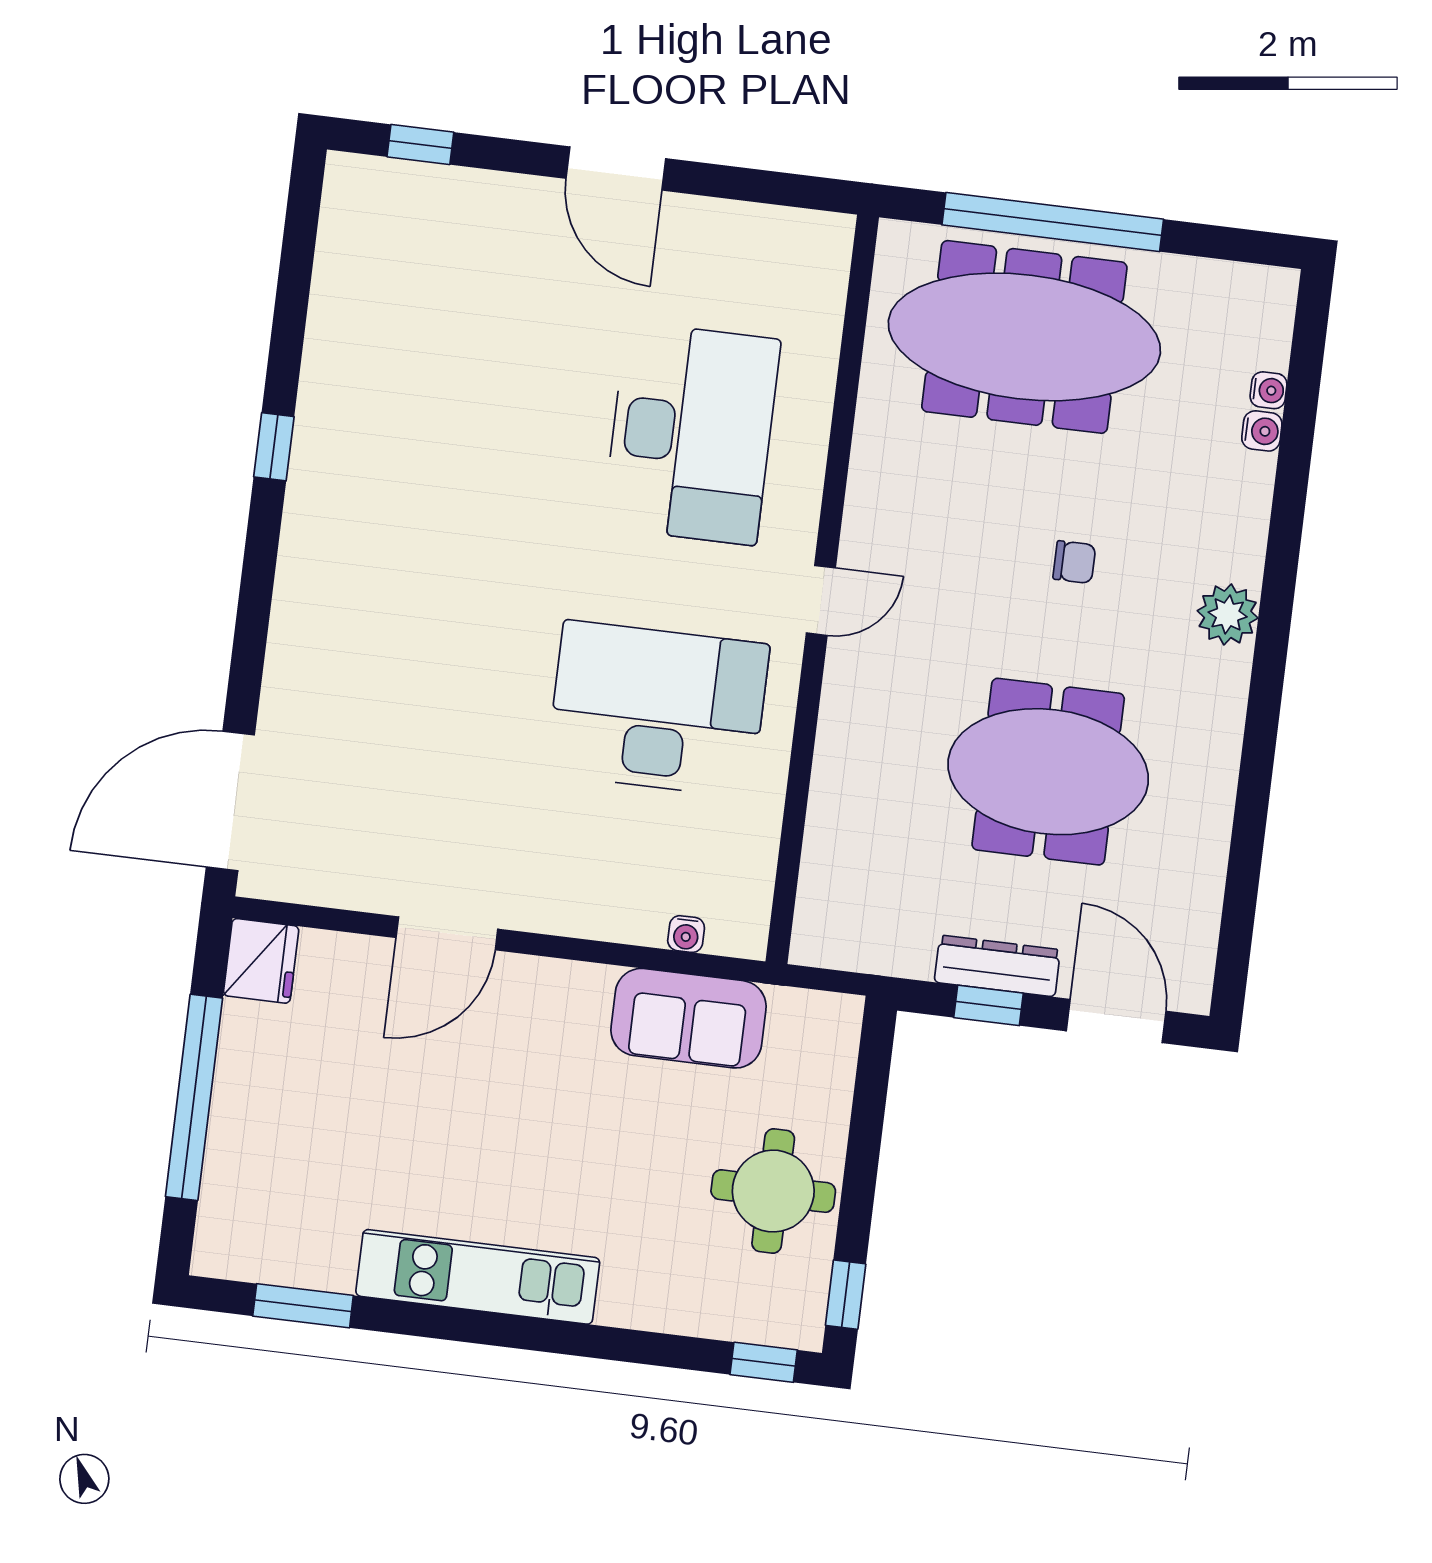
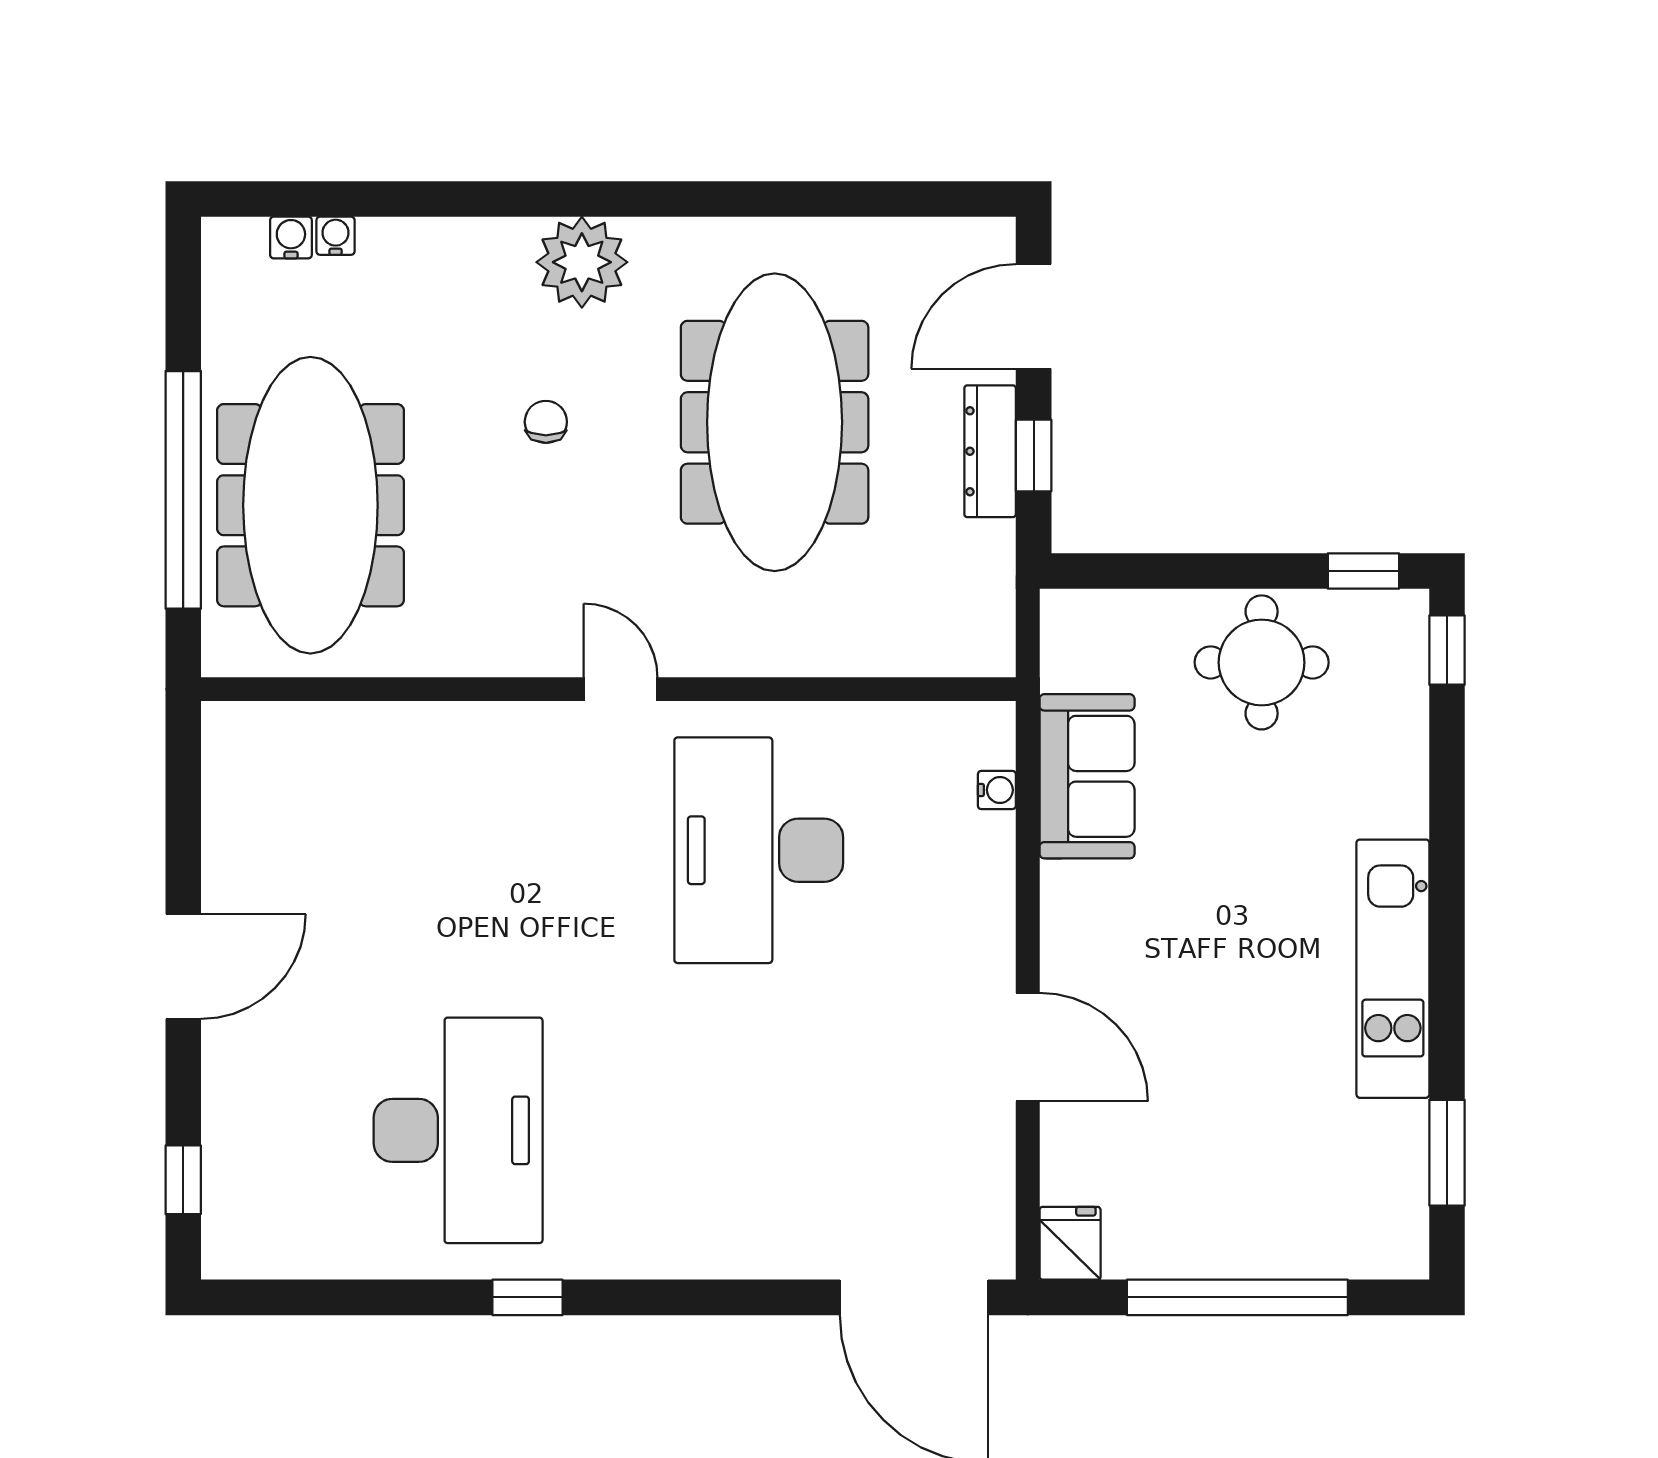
water cooler: (1262, 431) -> (291, 238), moved
desk: (692, 433) -> (458, 1130), moved, turned 90
plant: (1228, 614) -> (582, 262), width x1.36, depth x1.36
meeting table: (1048, 772) -> (775, 422), width x1.36
fridge: (261, 961) -> (1070, 1243), width x0.72

